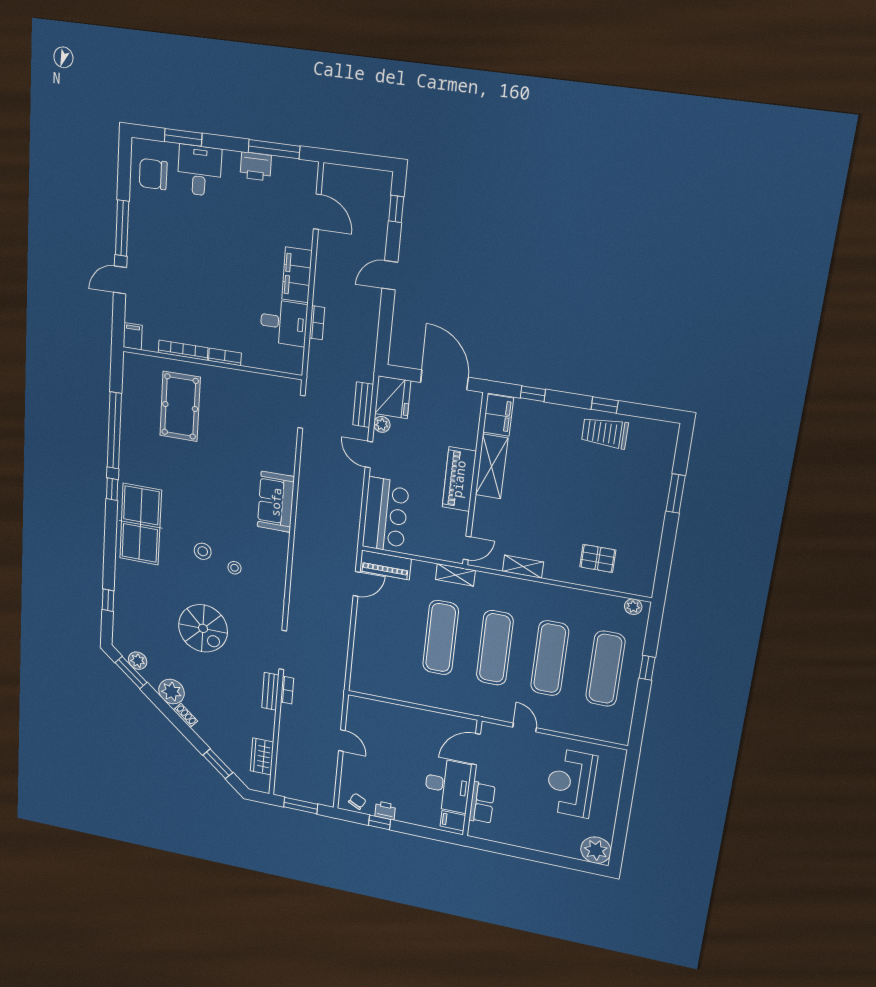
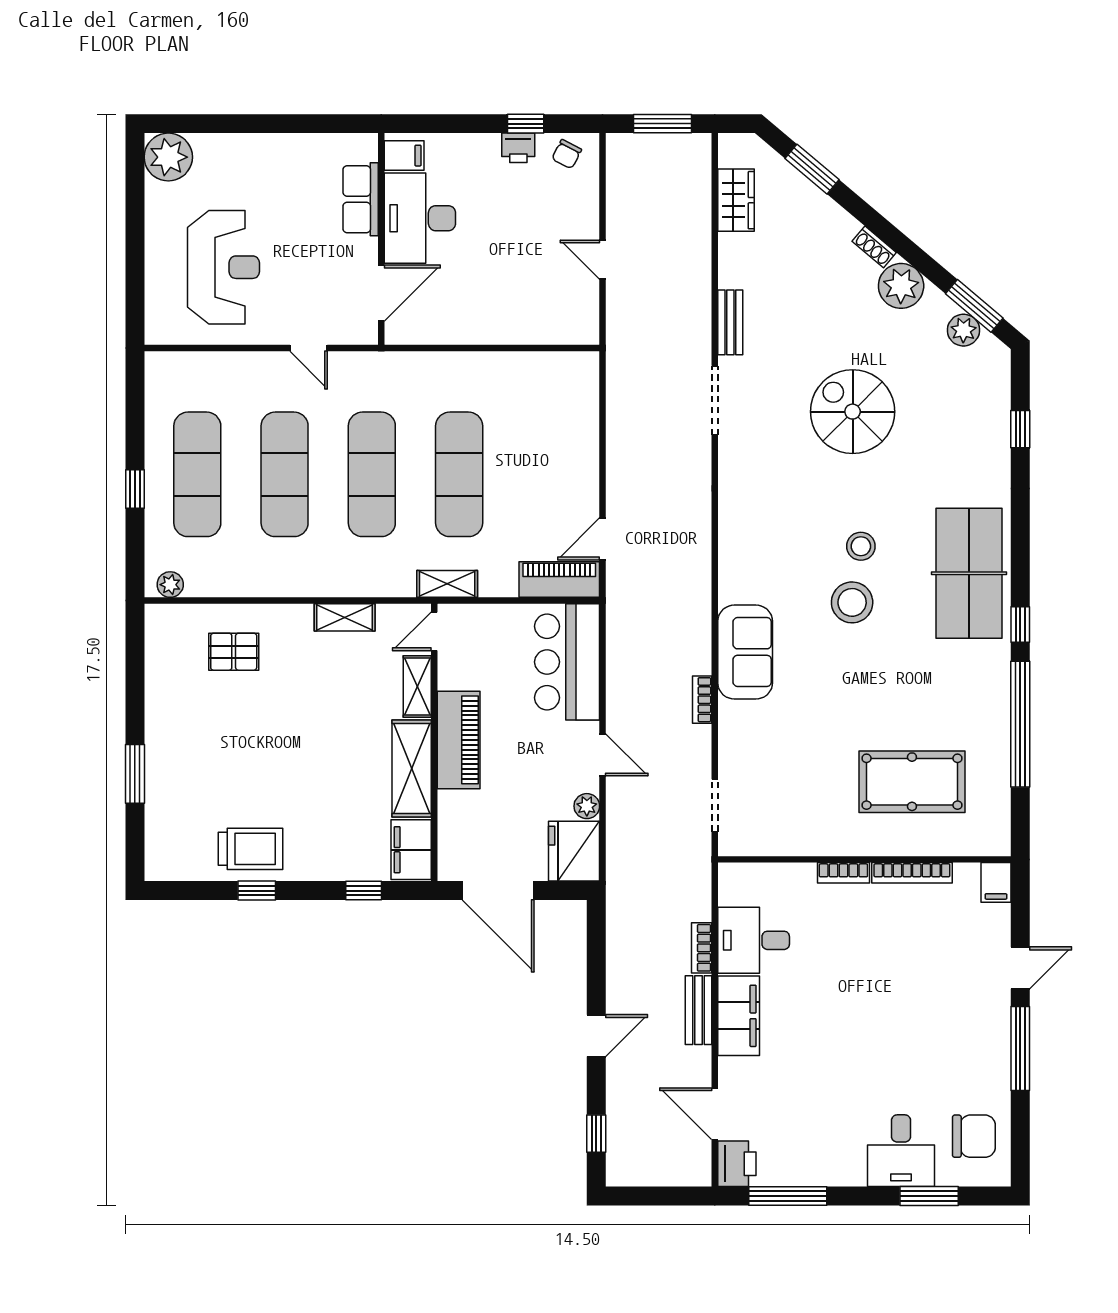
printer: (256, 166) -> (737, 1164), moved, turned 90
bench: (363, 405) -> (698, 1010), moved
pool table: (180, 406) -> (912, 782), turned 90
shelving: (482, 517) -> (417, 686), added
stool: (234, 568) -> (852, 602), moved, width x1.89, depth x1.89
bookcase: (287, 690) -> (702, 700), moved

